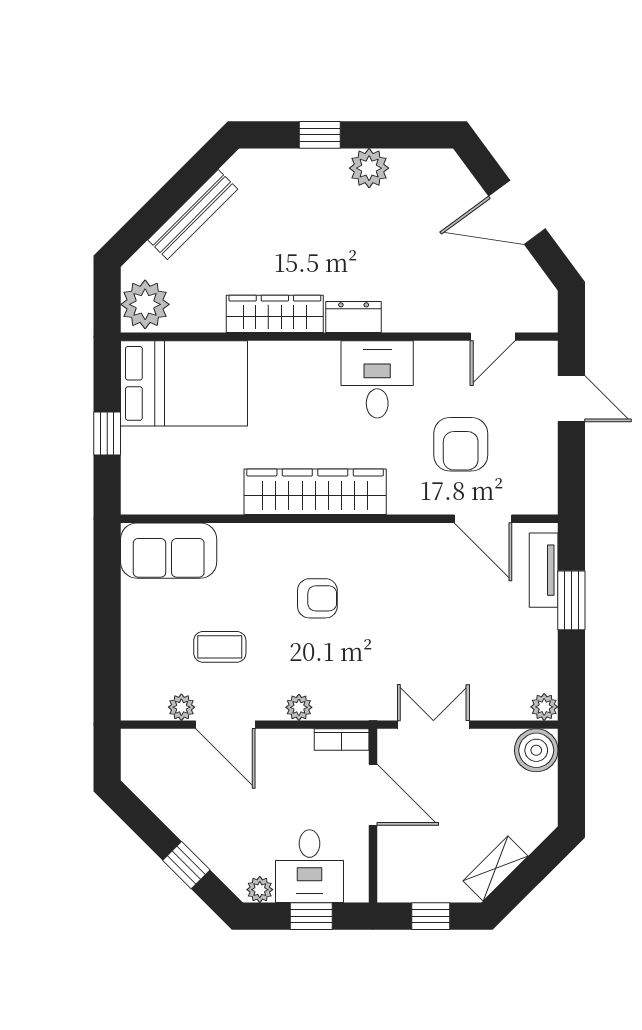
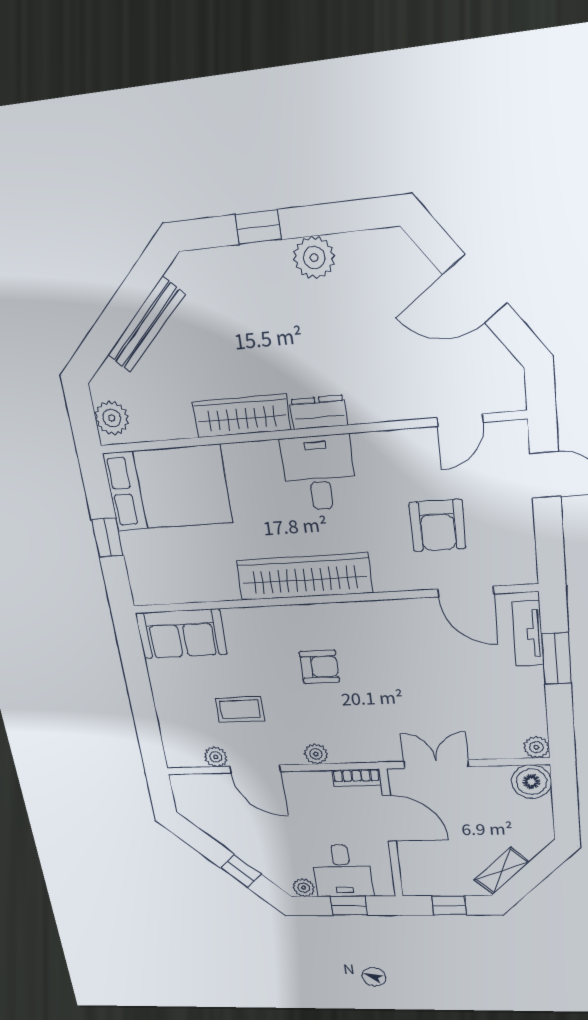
plant: (145, 304) -> (112, 418), width x0.73, depth x0.73
desk: (377, 379) -> (319, 473), moved

